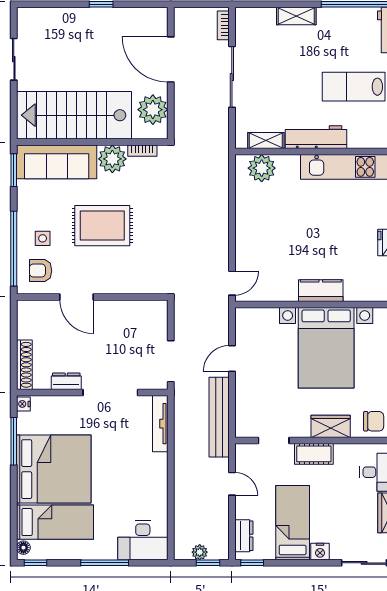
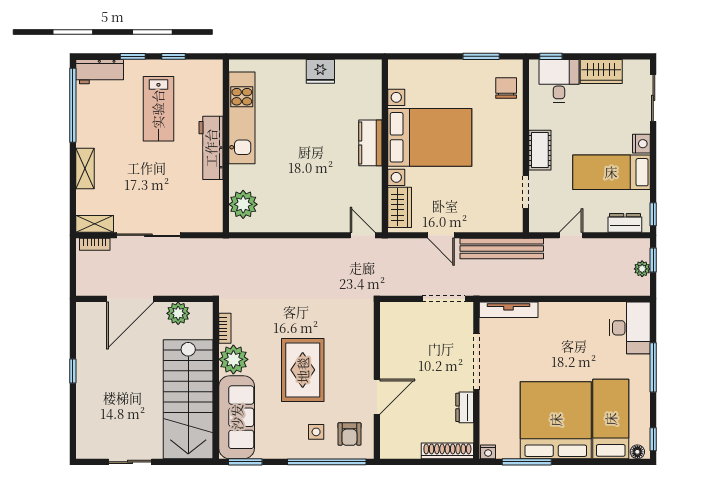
plant: (153, 110) -> (178, 313), width x0.73, depth x0.73
shelving: (266, 141) -> (95, 224), moved, turned 90
wardrobe: (331, 426) -> (400, 207), moved, turned 180

